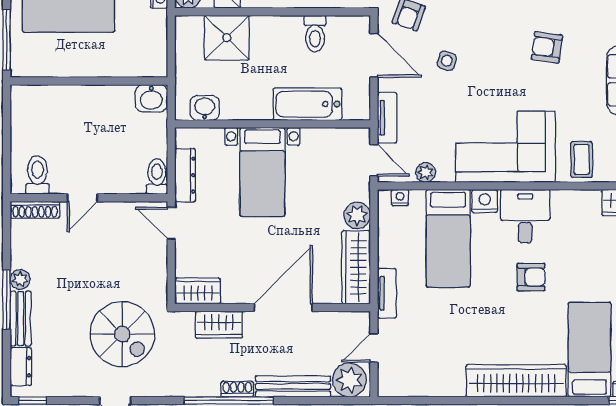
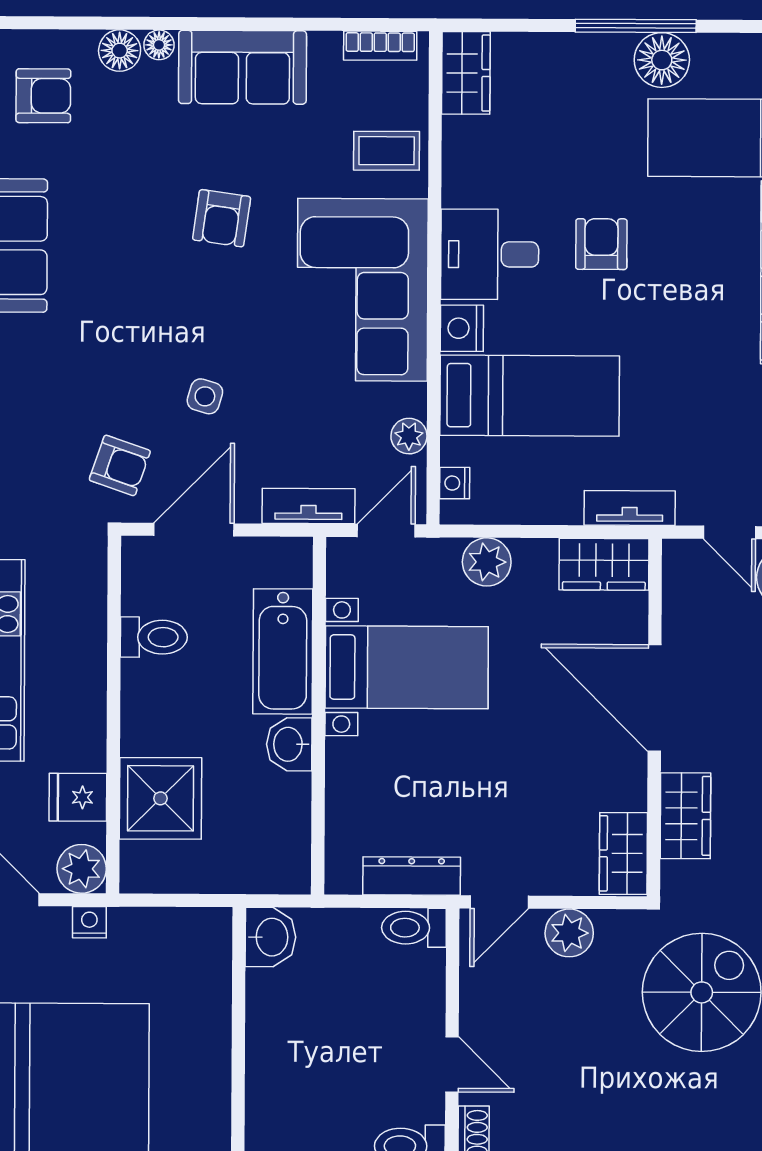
armchair: (547, 47) -> (222, 218), moved
washbasin: (205, 108) -> (289, 744), moved
bed with nightstands: (262, 172) -> (407, 667), moved
plant: (154, 262) -> (569, 933), added
wardrobe: (356, 267) -> (604, 564), width x0.67

